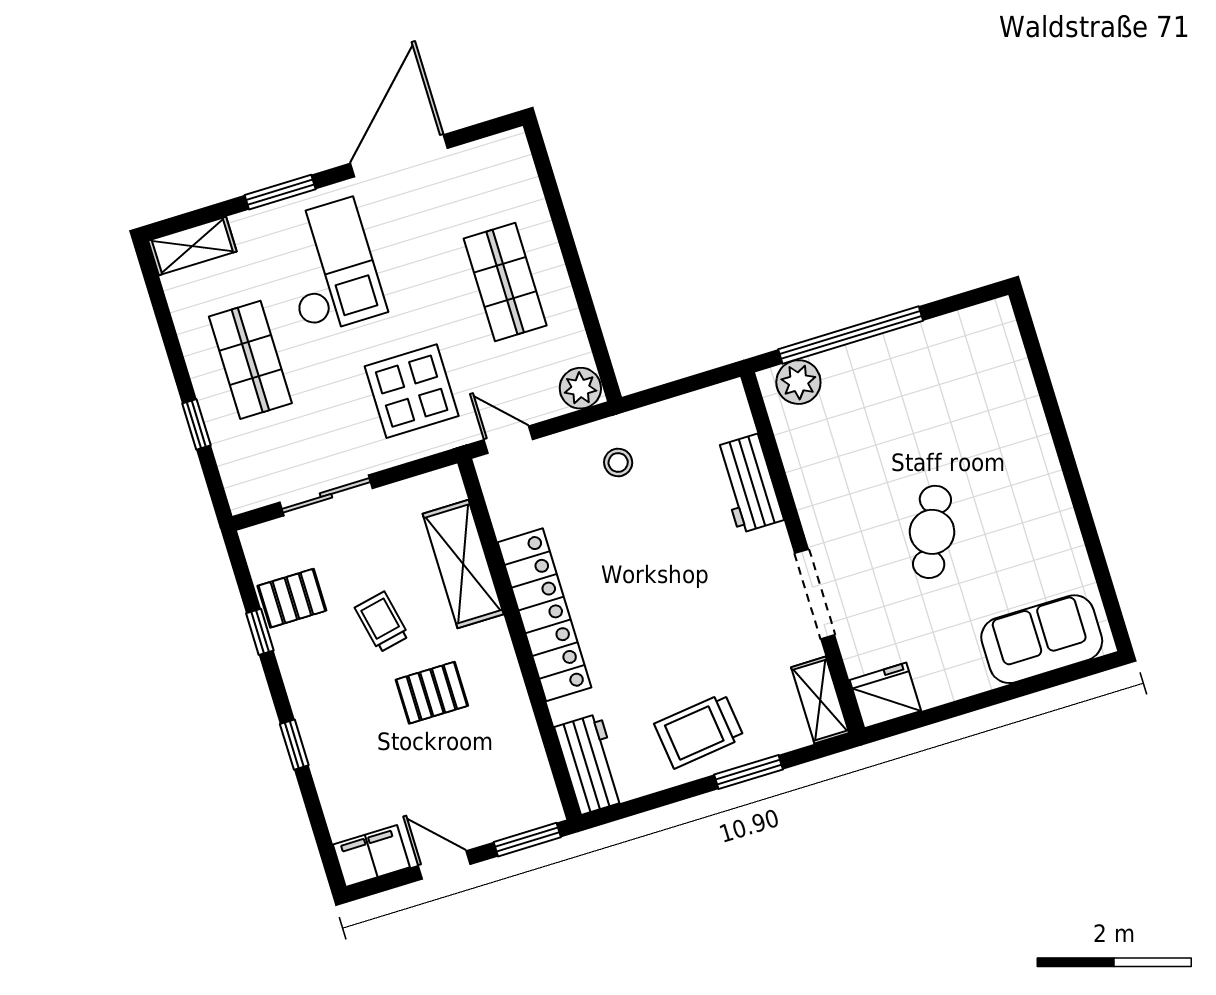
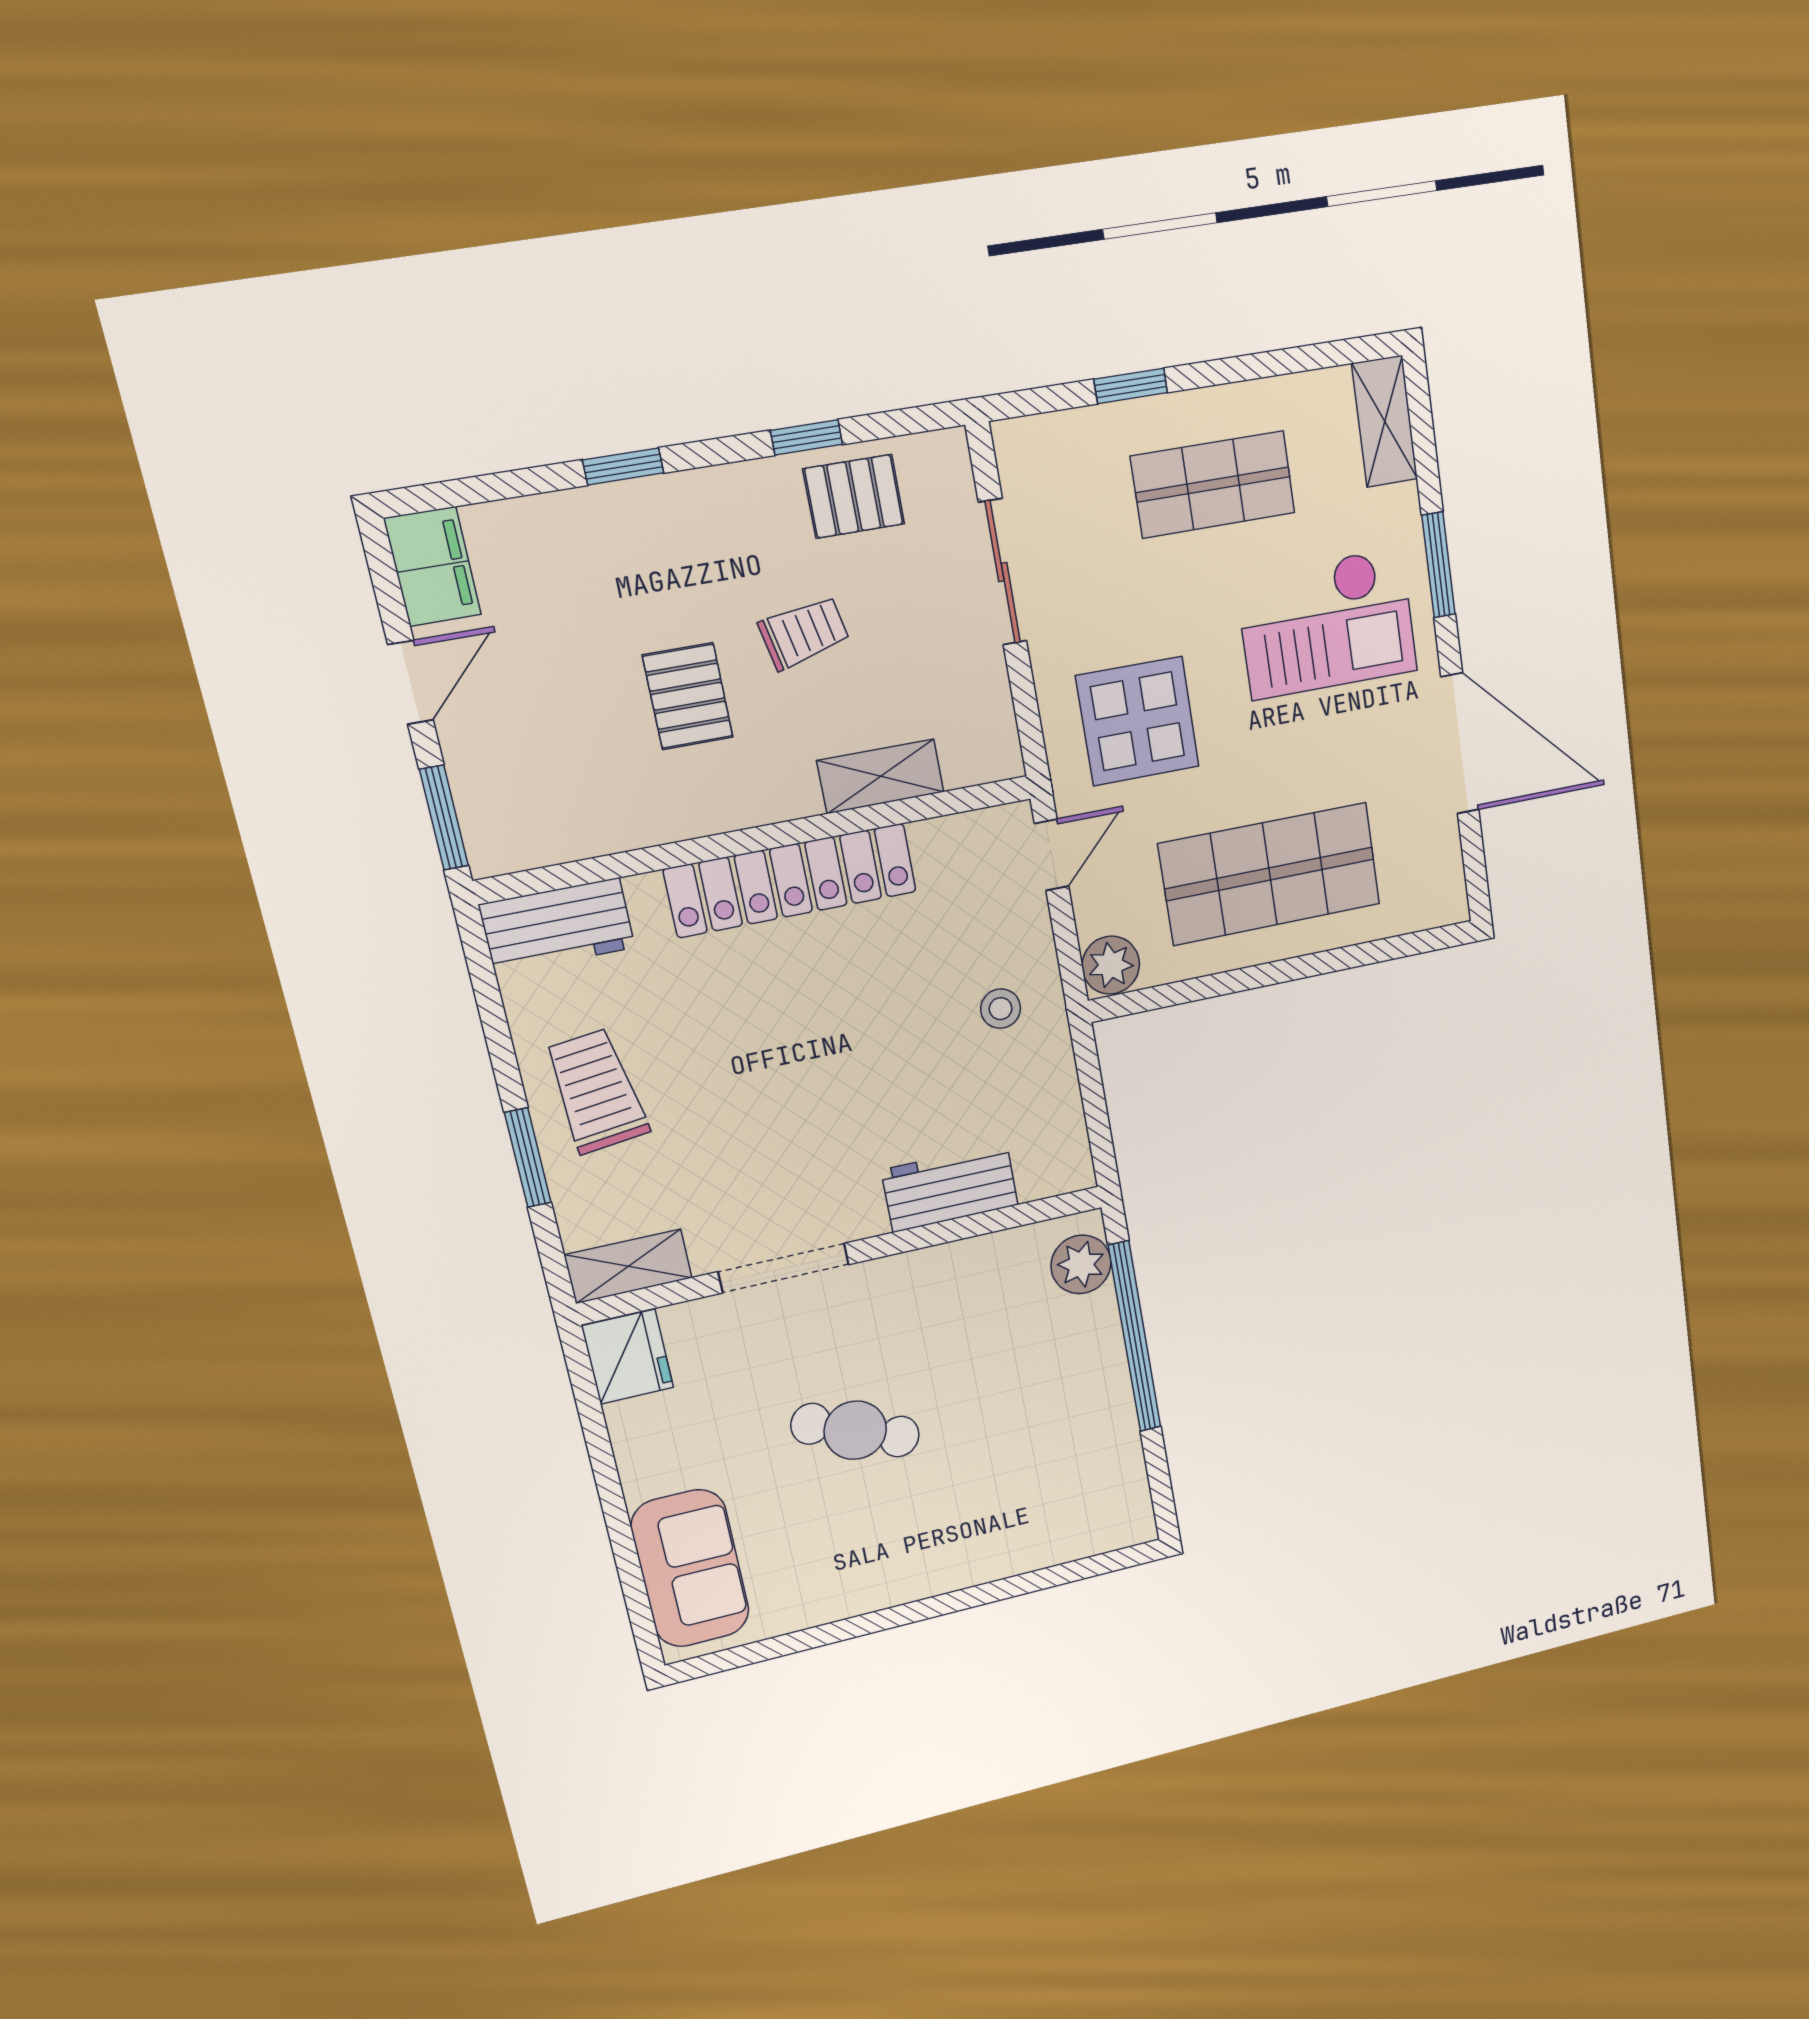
shop shelf: (505, 282) -> (1270, 874), width x1.43, depth x1.36
shelving: (463, 564) -> (880, 776), width x0.67, depth x0.75
pallet: (292, 598) -> (854, 496), turned 90

